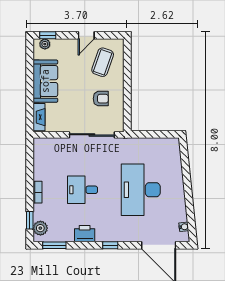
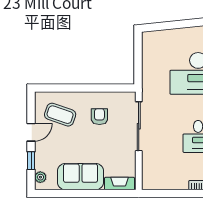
window: (48, 35) -> (31, 161), moved
door: (86, 35) -> (31, 132), hinge flipped

